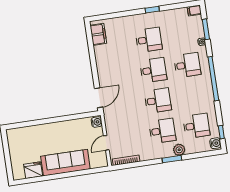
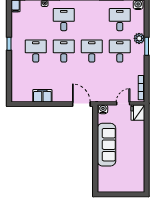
filing cabinet: (98, 34) -> (42, 96), moved
door: (106, 143) -> (123, 103), swing flipped
sofa: (65, 163) -> (106, 145), moved, turned 180
fridge: (33, 170) -> (138, 113), moved

